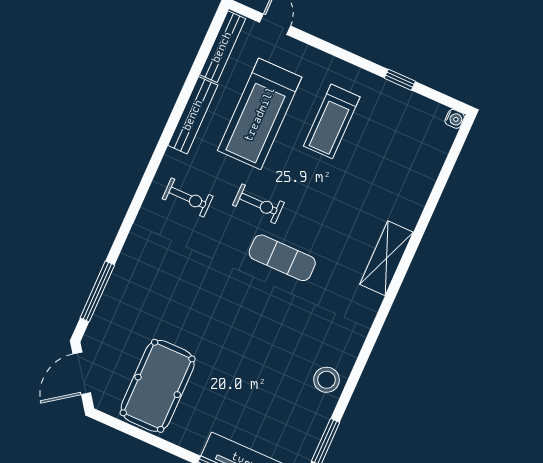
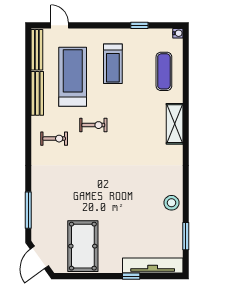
treadmill: (260, 114) -> (73, 77), turned 180
exercise mat: (282, 258) -> (164, 71), moved, turned 90

